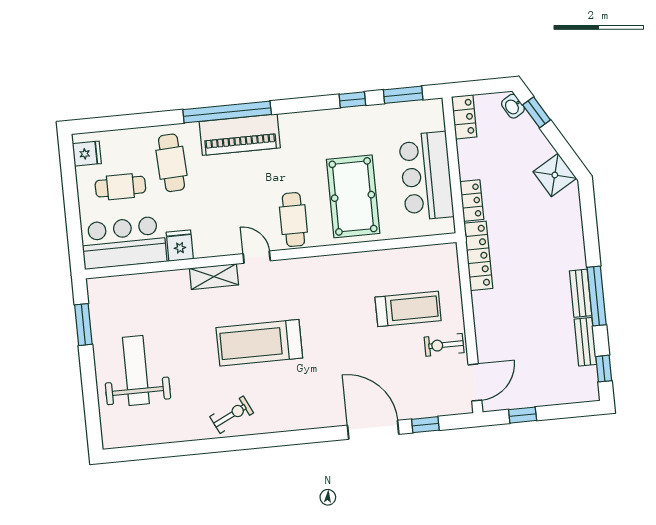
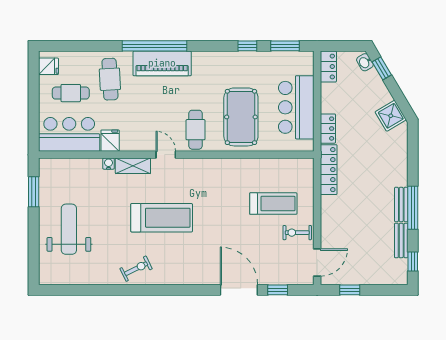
water cooler: (181, 277) -> (109, 164), added
treadmill: (259, 343) -> (162, 218), turned 180

